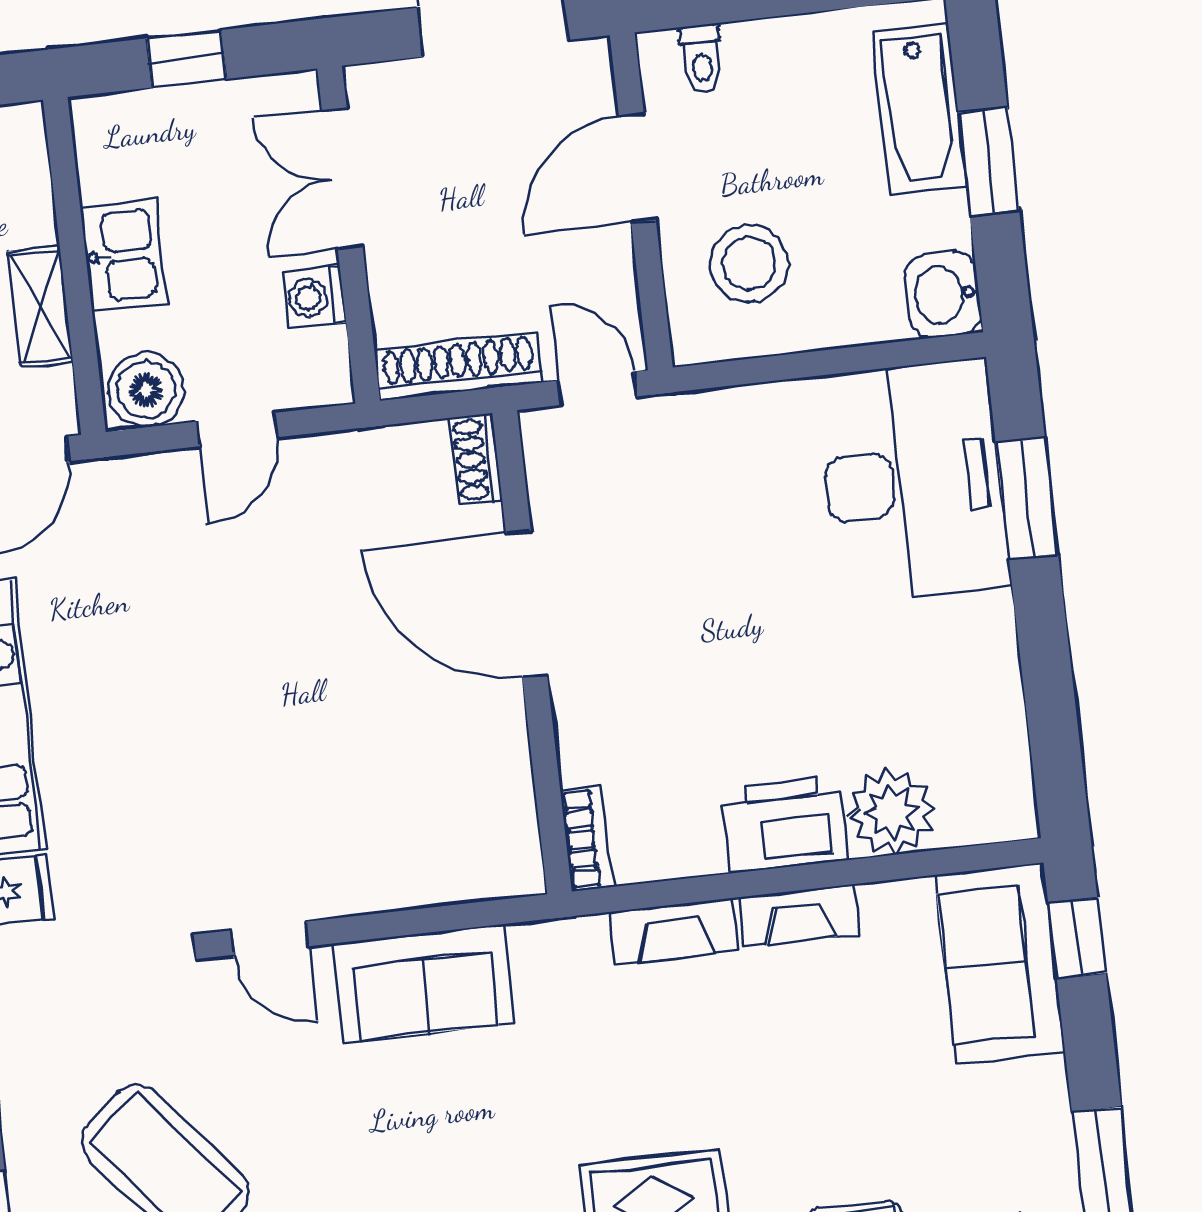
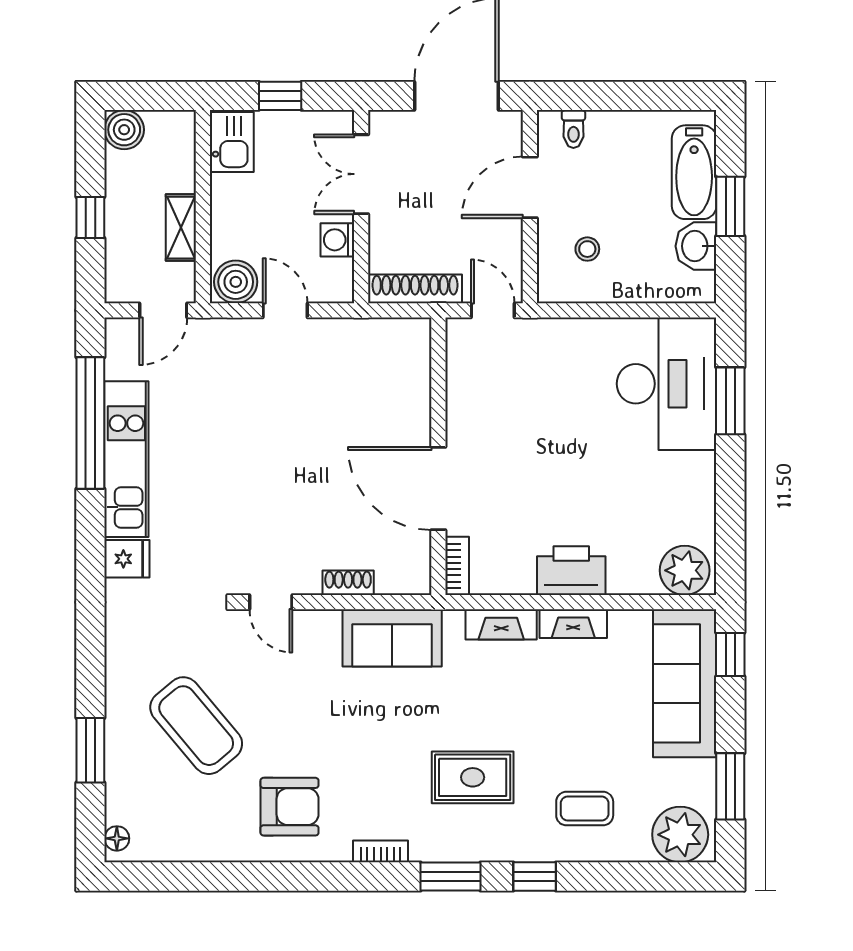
kitchen sink: (124, 255) -> (232, 142), moved
stool: (749, 263) -> (587, 249), width x0.53, depth x0.53
washbasin: (943, 295) -> (696, 246), moved
door: (237, 429) -> (285, 310), swing flipped
shoe rack: (476, 459) -> (348, 583), moved, turned 90
door: (527, 604) -> (438, 489), moved
plant: (892, 812) -> (685, 570), moved
sofa: (1000, 963) -> (685, 683), width x1.36
sofa: (424, 983) -> (392, 638), moved

